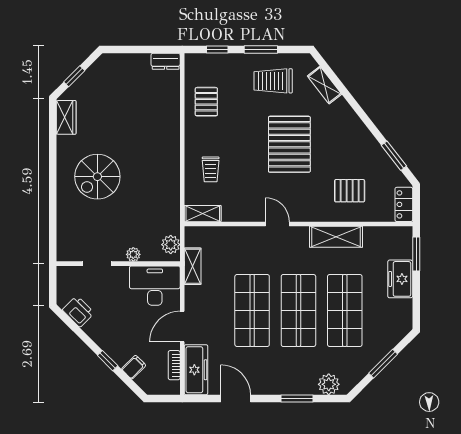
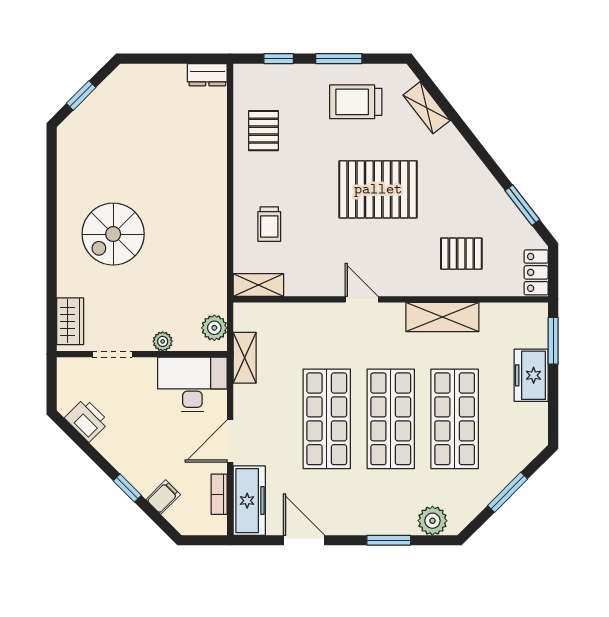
wardrobe: (66, 117) -> (70, 321), moved
pallet: (289, 144) -> (378, 189), turned 90

